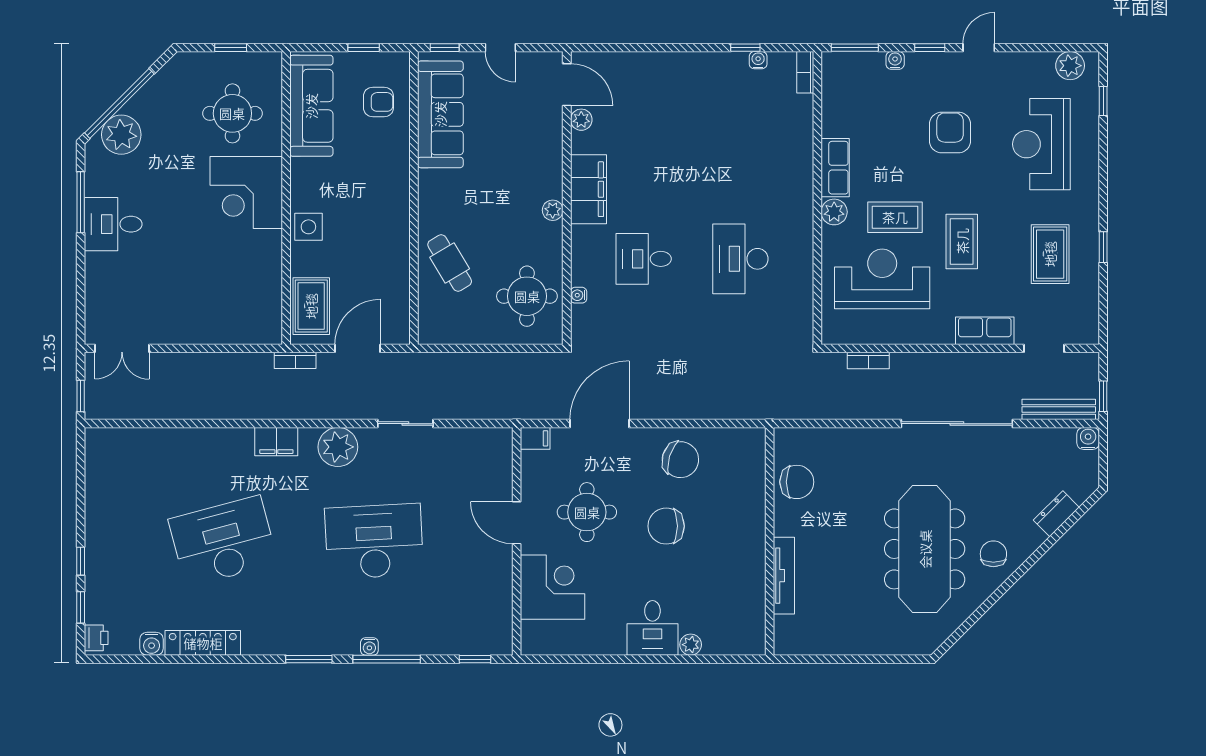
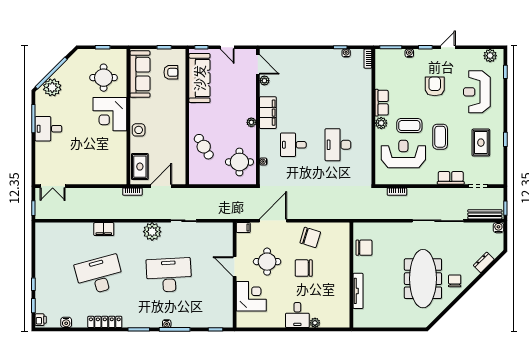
filing cabinet: (276, 442) -> (104, 229), moved
locker: (203, 643) -> (105, 322), moved

